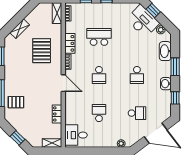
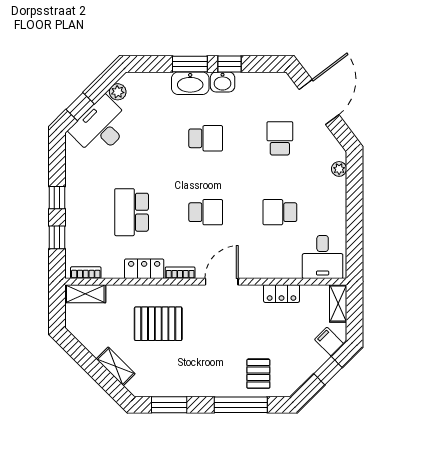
washbasin: (165, 51) -> (190, 83), moved
window: (175, 98) -> (229, 64), moved
filing cabinet: (32, 138) -> (329, 342), added

